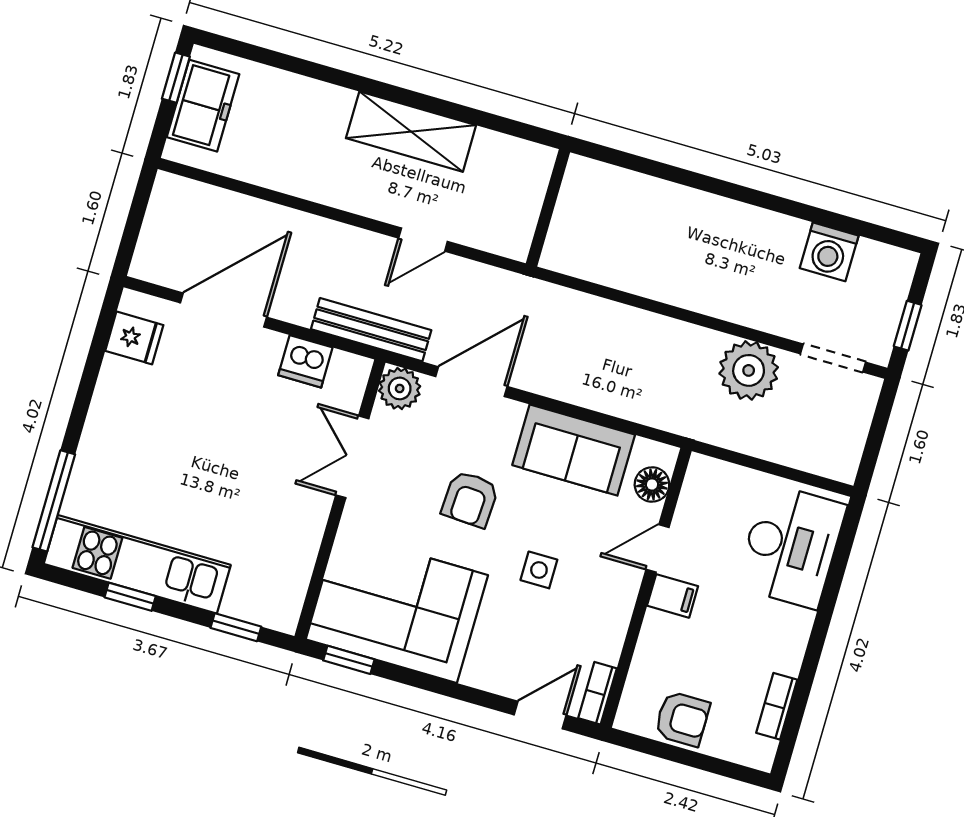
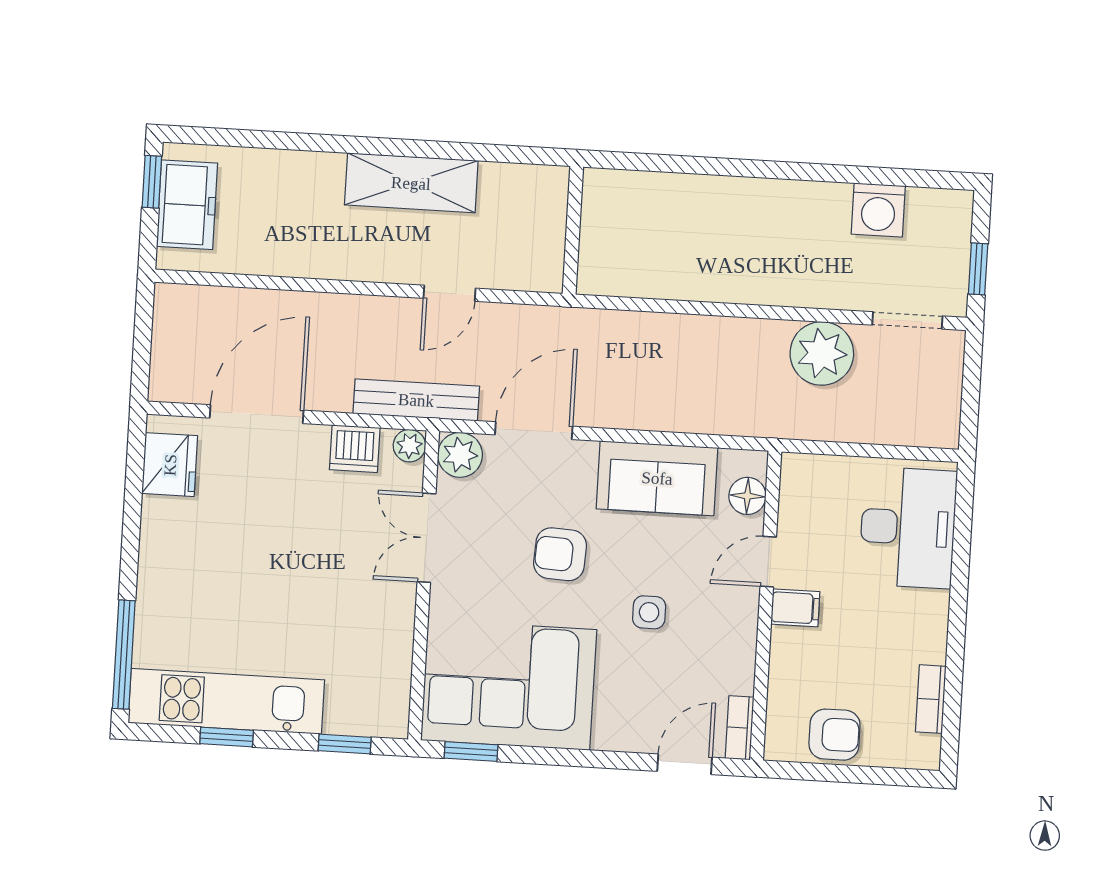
fridge: (134, 338) -> (170, 465), width x1.38
plant: (356, 370) -> (409, 446), added
armchair: (470, 499) -> (560, 554), turned 90

